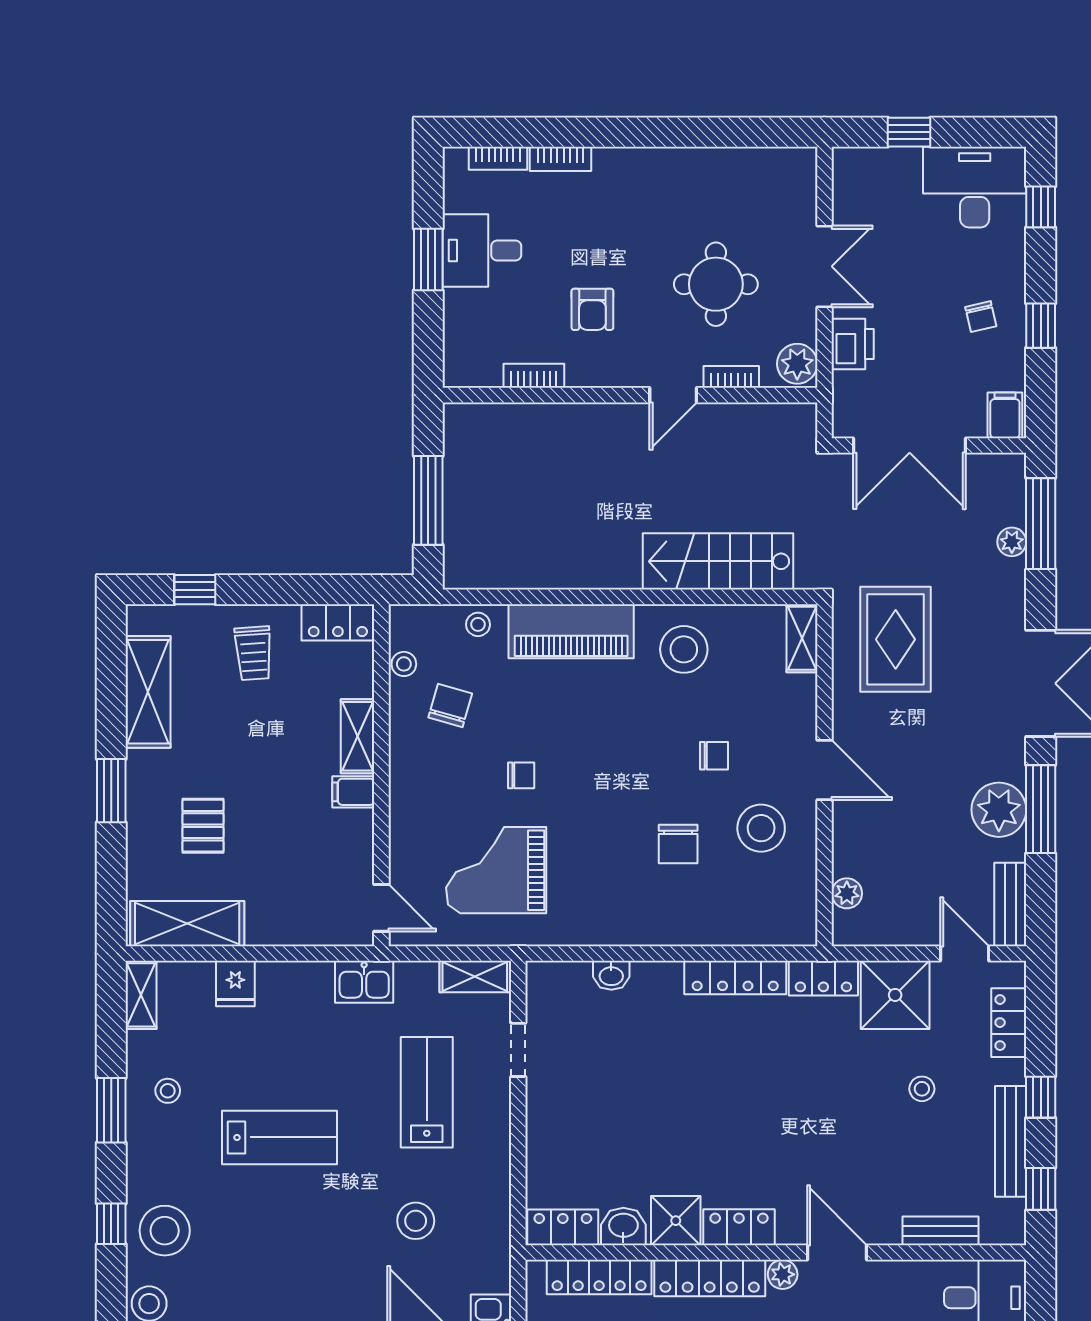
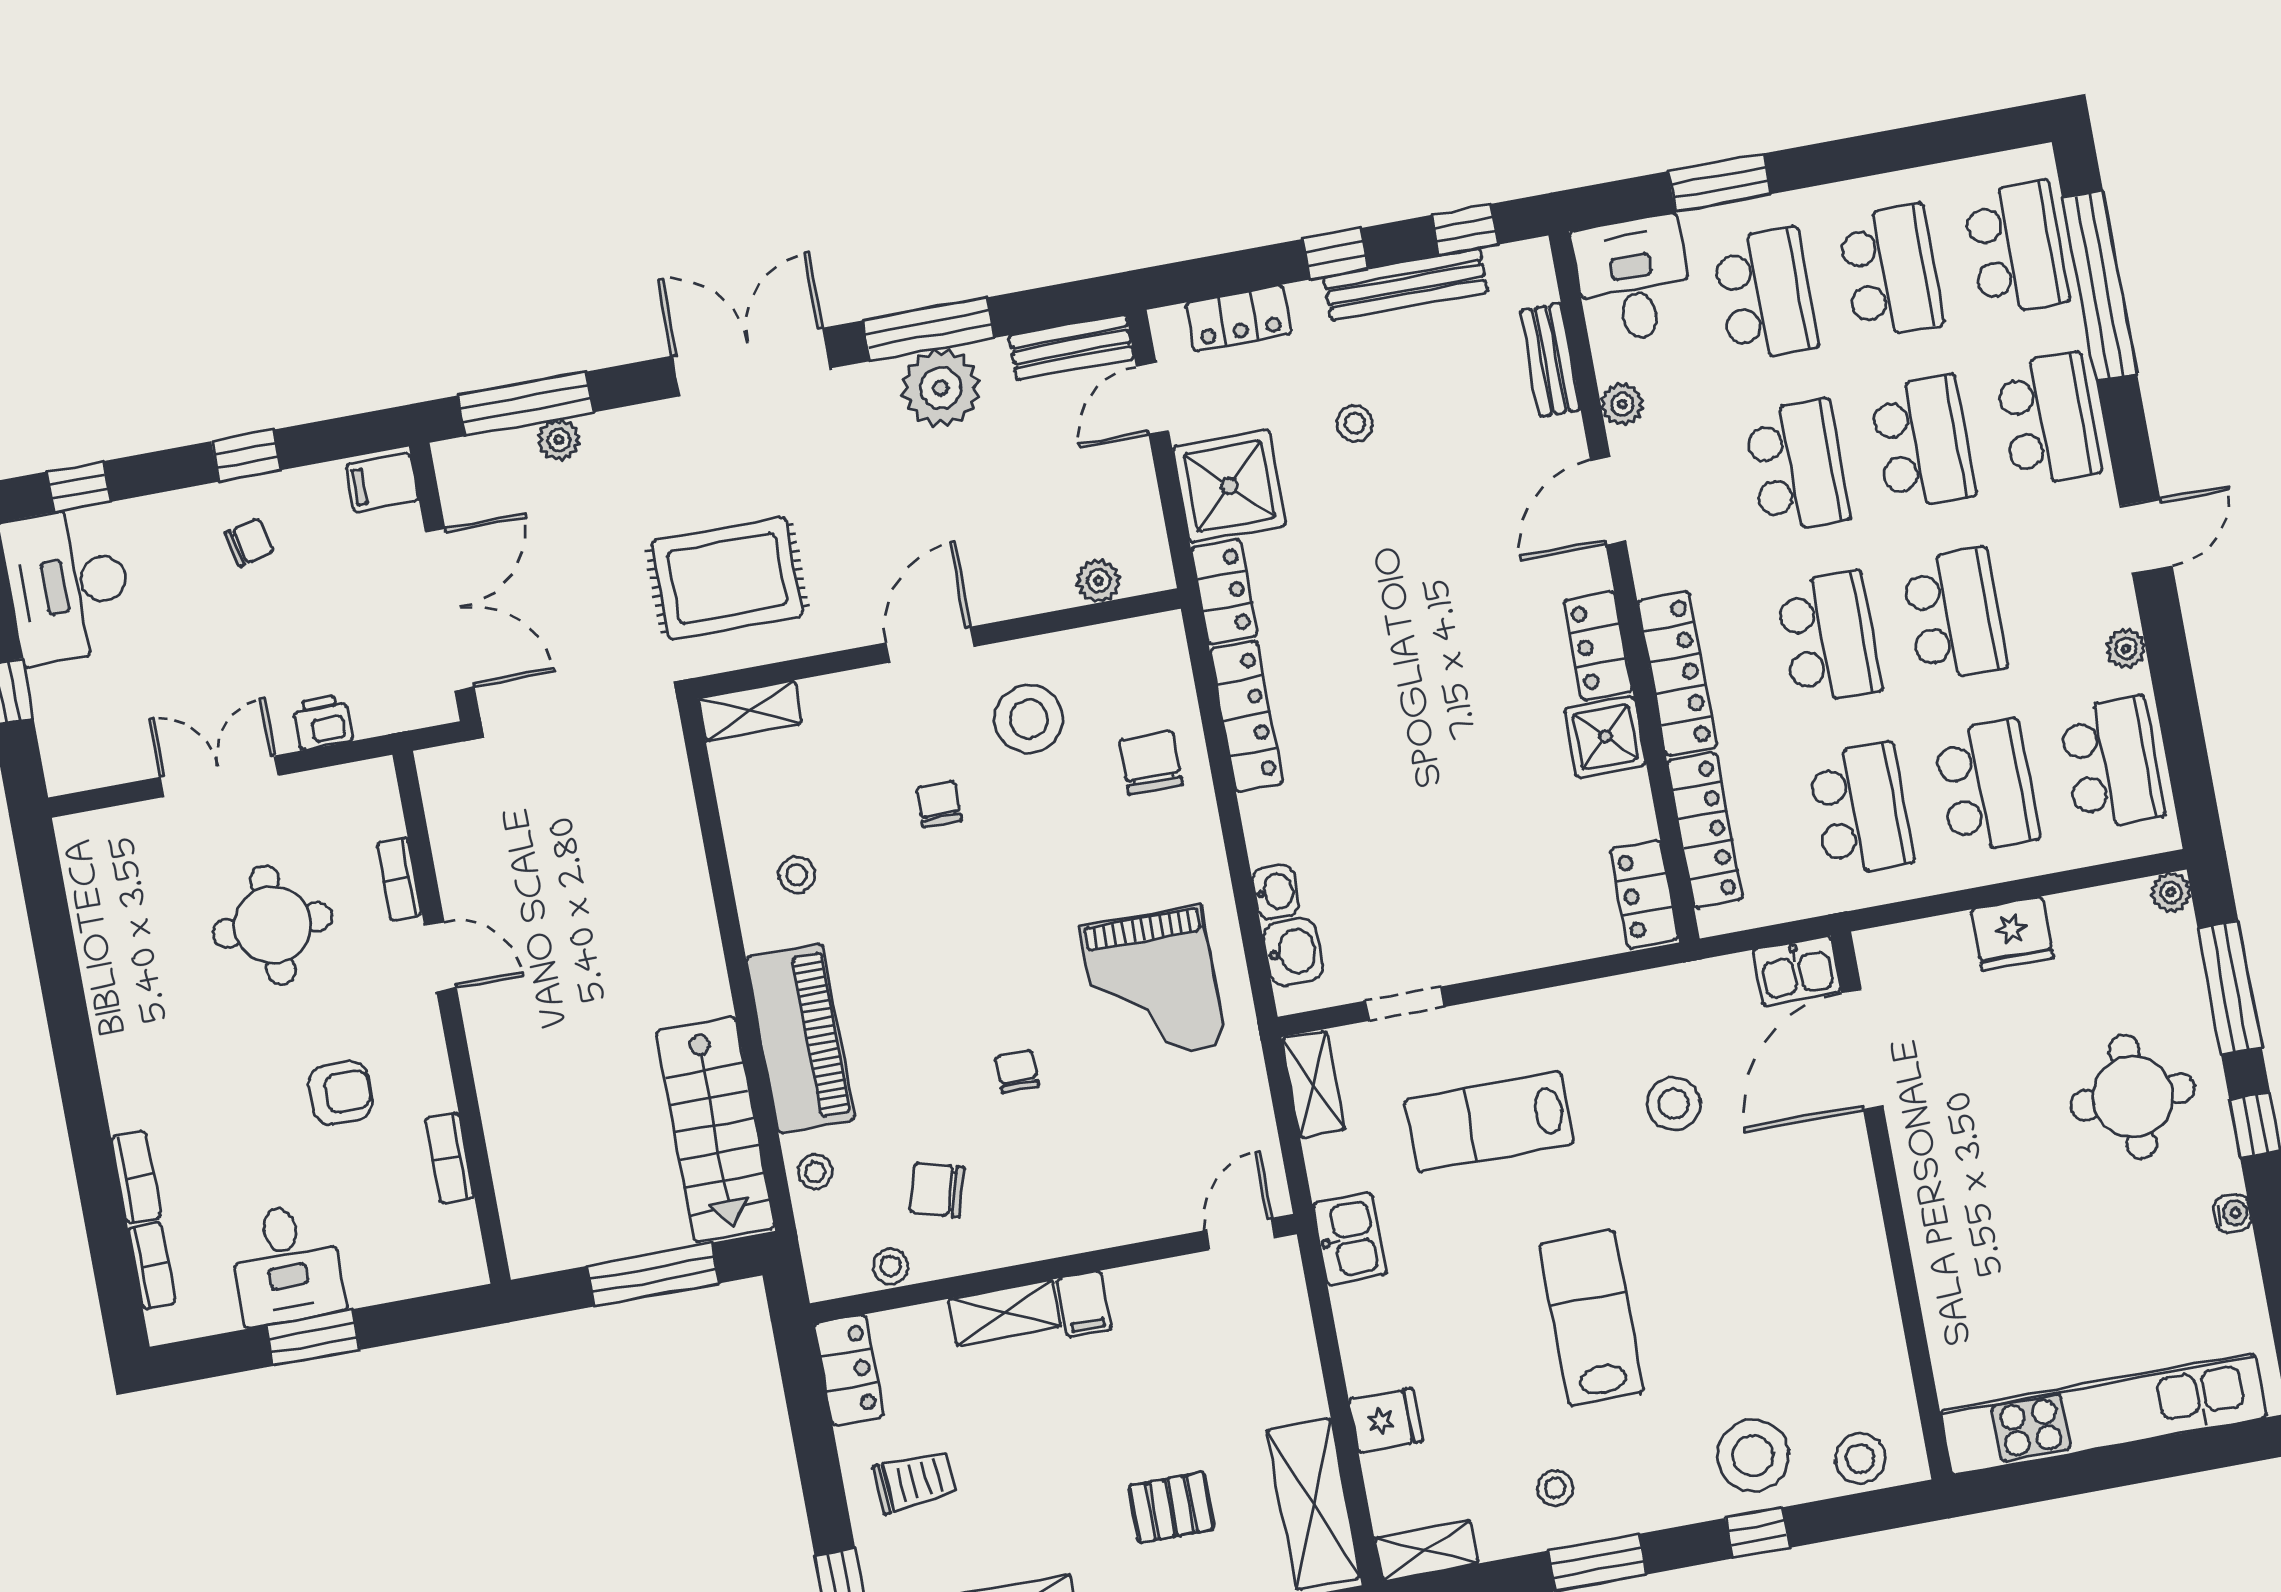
printer: (853, 344) -> (322, 722), width x0.73, depth x0.81
plant: (797, 364) -> (364, 789), removed
stairs: (718, 561) -> (715, 1130), moved
stool: (684, 649) -> (797, 875), width x0.53, depth x0.53
chair: (678, 844) -> (1151, 763), moved, turned -90
grand piano: (496, 870) -> (1153, 986), moved
washbasin: (623, 1226) -> (1293, 952), moved, turned 180
plant: (783, 1274) -> (1622, 404), moved

